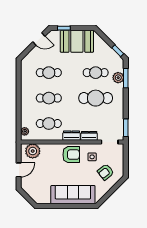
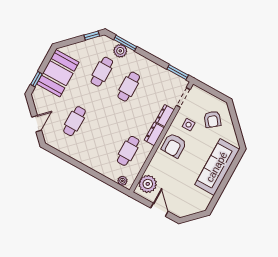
door: (39, 39) -> (37, 124), moved
cafe table: (49, 98) -> (101, 136), removed
cafe table: (96, 98) -> (129, 87), width x0.73, depth x0.74
armchair: (71, 155) -> (174, 145), turned 180

